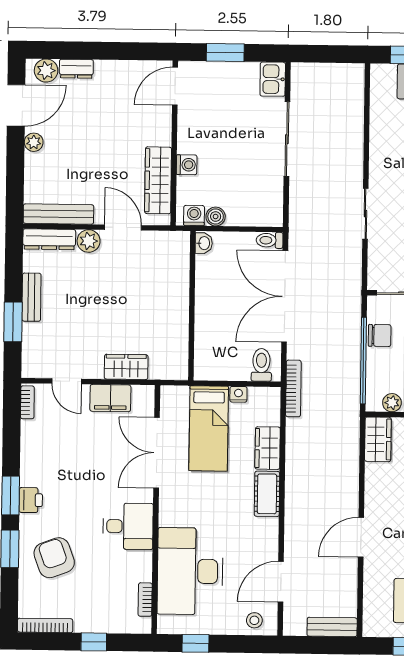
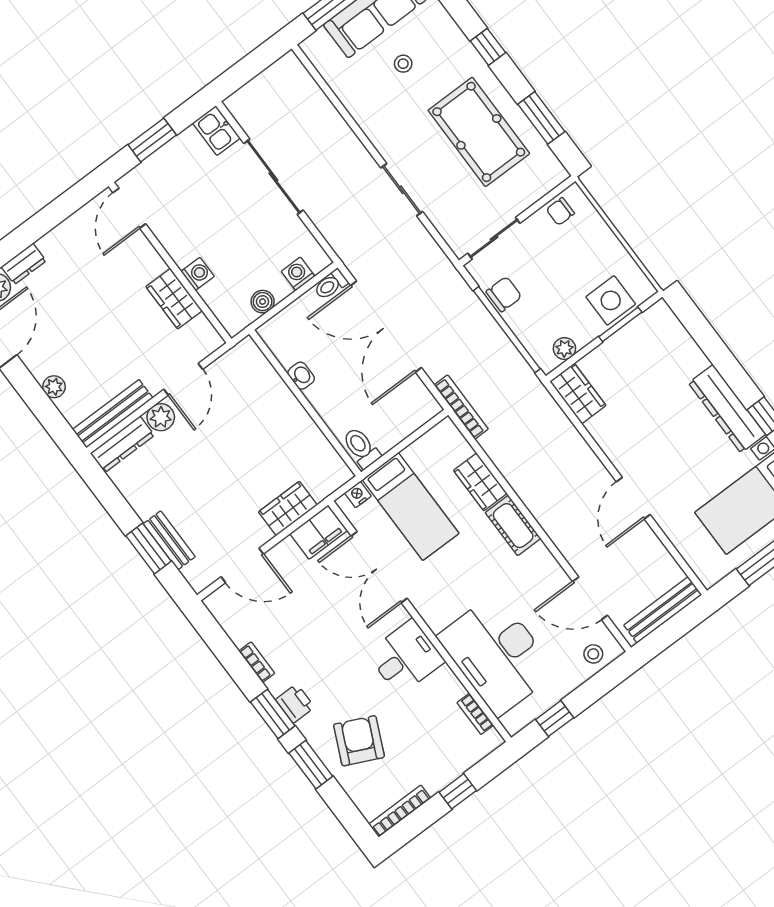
plant: (34, 142) -> (54, 387), moved
wardrobe: (158, 180) -> (174, 299), width x0.67
washing machine: (194, 216) -> (298, 274), moved
door: (123, 227) -> (183, 379), swing flipped
washbasin: (204, 243) -> (301, 376), moved
bench: (31, 297) -> (169, 540), moved
toilet: (261, 365) -> (361, 448), moved
door: (67, 381) -> (242, 565), width x1.38
nightstand: (238, 394) -> (358, 494), moved
filing cabinet: (110, 398) -> (319, 532), moved
bookcase: (27, 402) -> (257, 662), moved
armchair: (54, 558) -> (359, 741), turned 45
door: (281, 582) -> (590, 598), hinge flipped
bench: (332, 627) -> (663, 610), width x1.36

